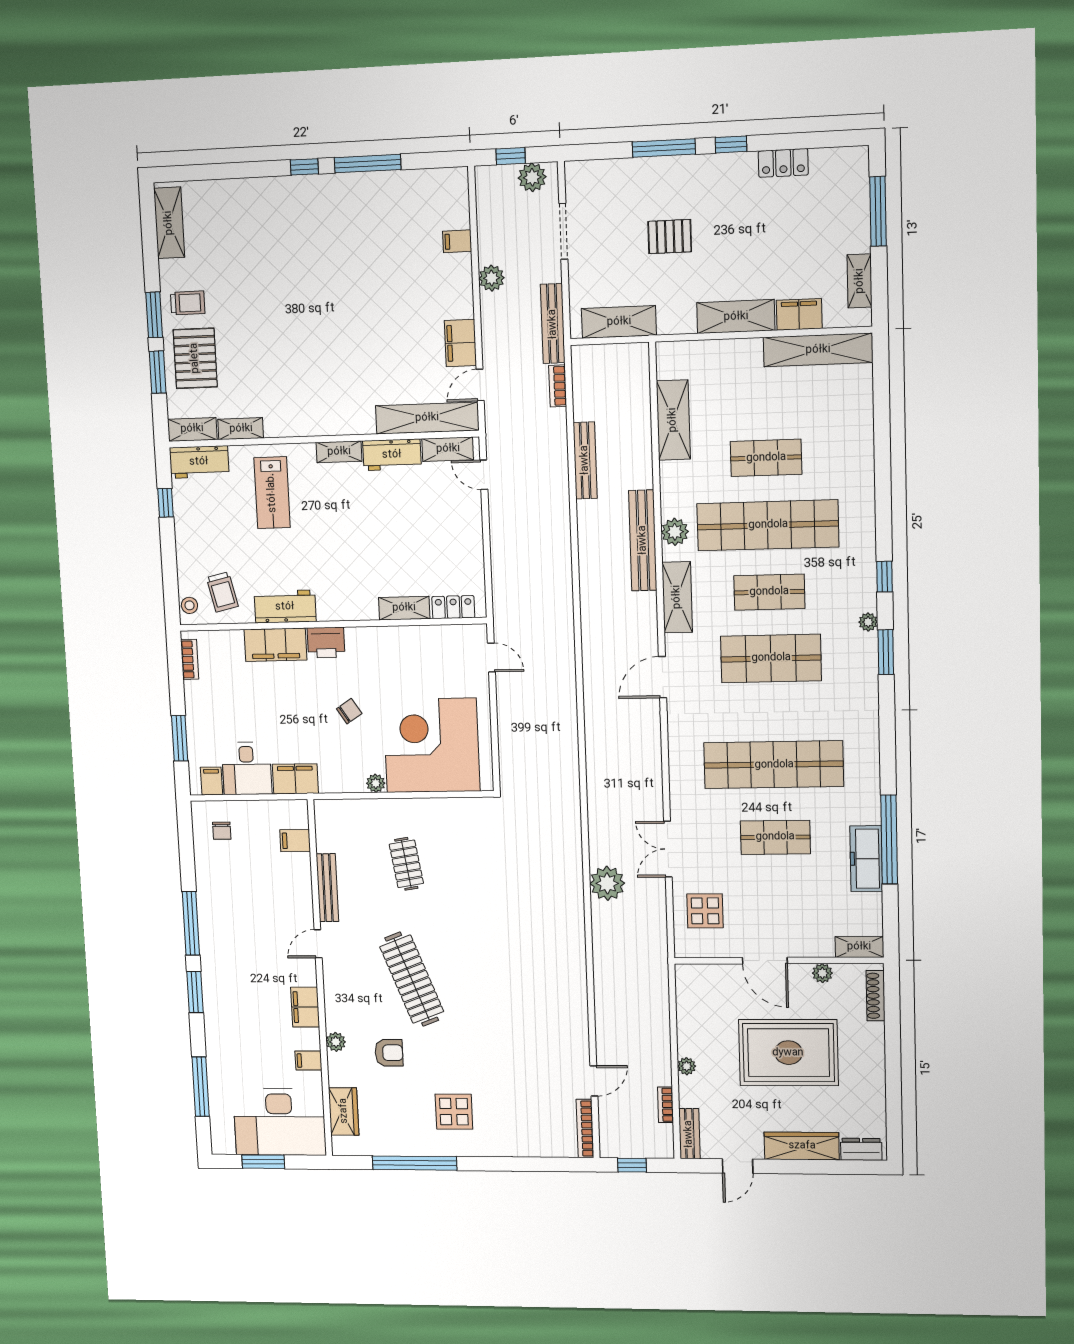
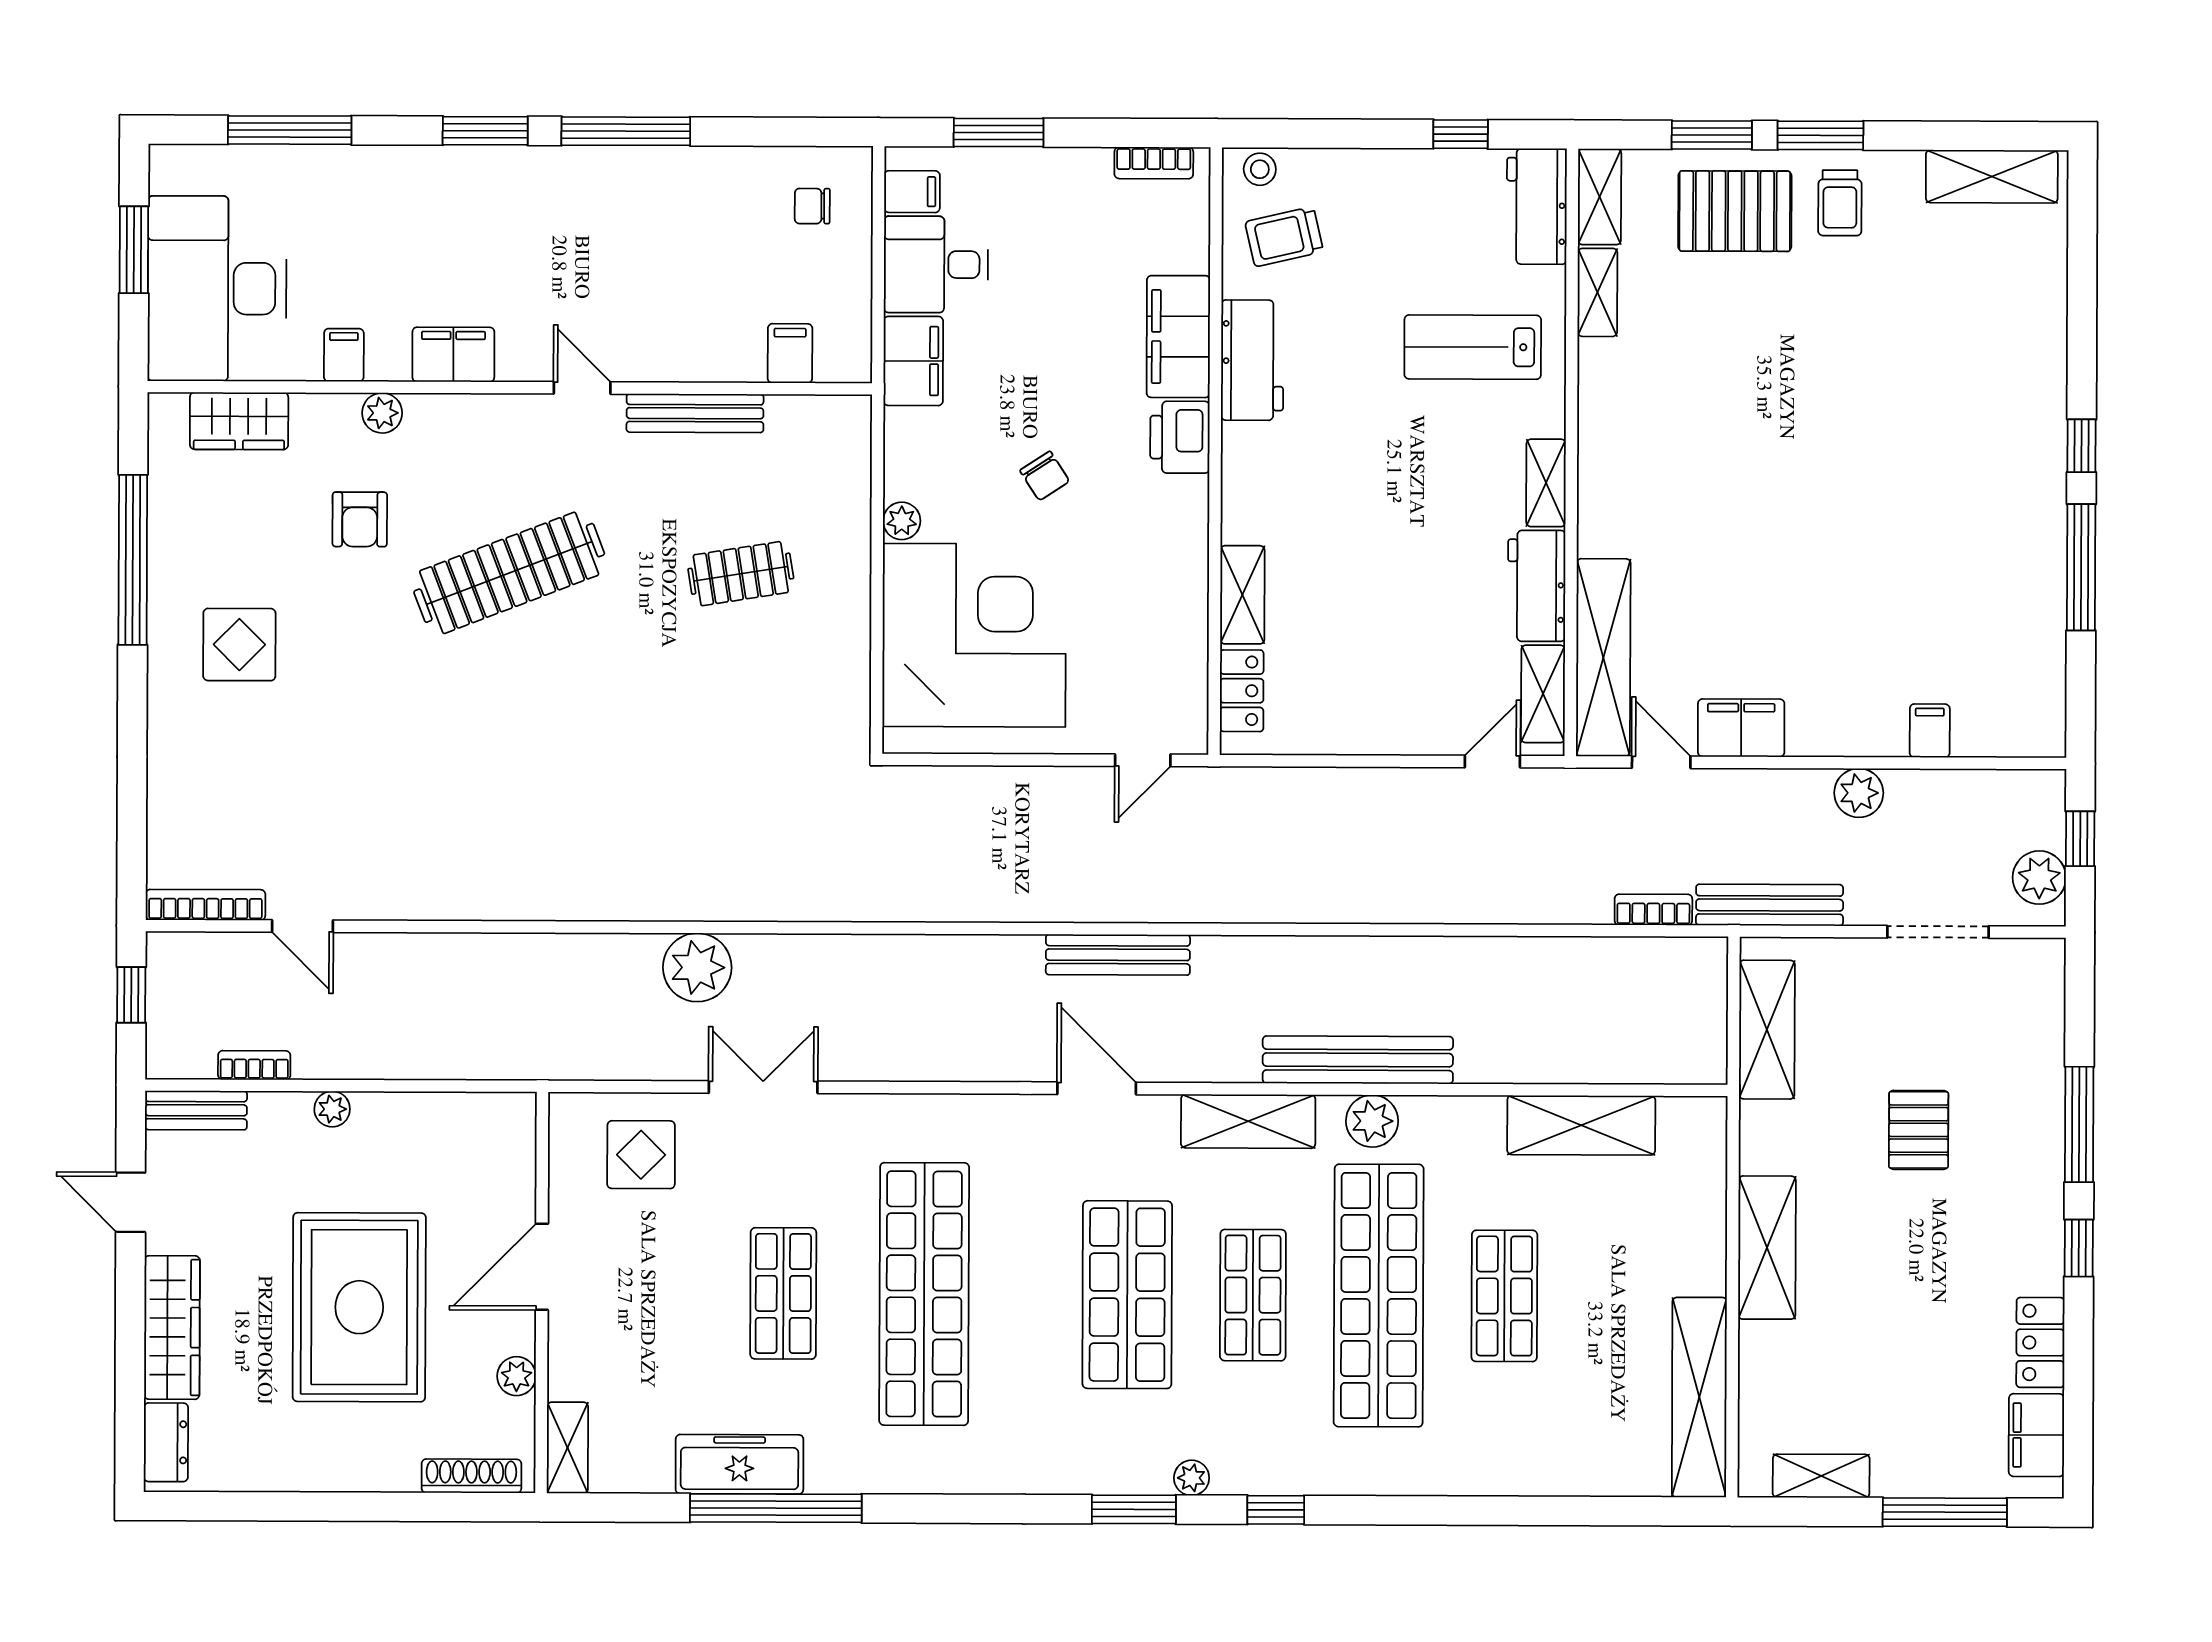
filing cabinet: (799, 314) -> (2036, 1435), moved, turned 180
bench: (585, 460) -> (1118, 955), moved

